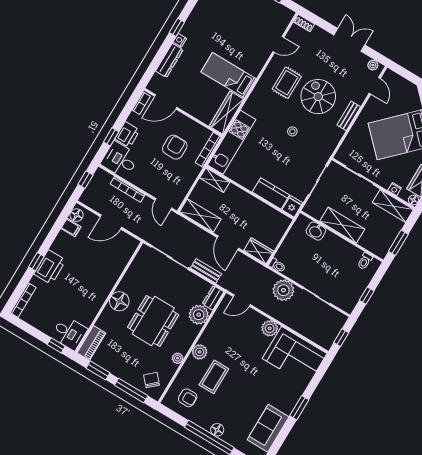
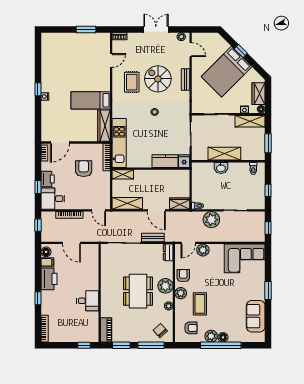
dresser: (169, 60) -> (46, 114), removed
door: (111, 222) -> (71, 243), hinge flipped
washbasin: (316, 231) -> (221, 168), moved
printer: (50, 267) -> (49, 279), moved
floor lamp: (119, 301) -> (108, 292), removed
plant: (199, 315) -> (165, 286), moved
plant: (270, 328) -> (203, 250), moved
desk: (69, 333) -> (88, 301), moved
armchair: (214, 334) -> (183, 276), added
plant: (205, 421) -> (211, 336), added

